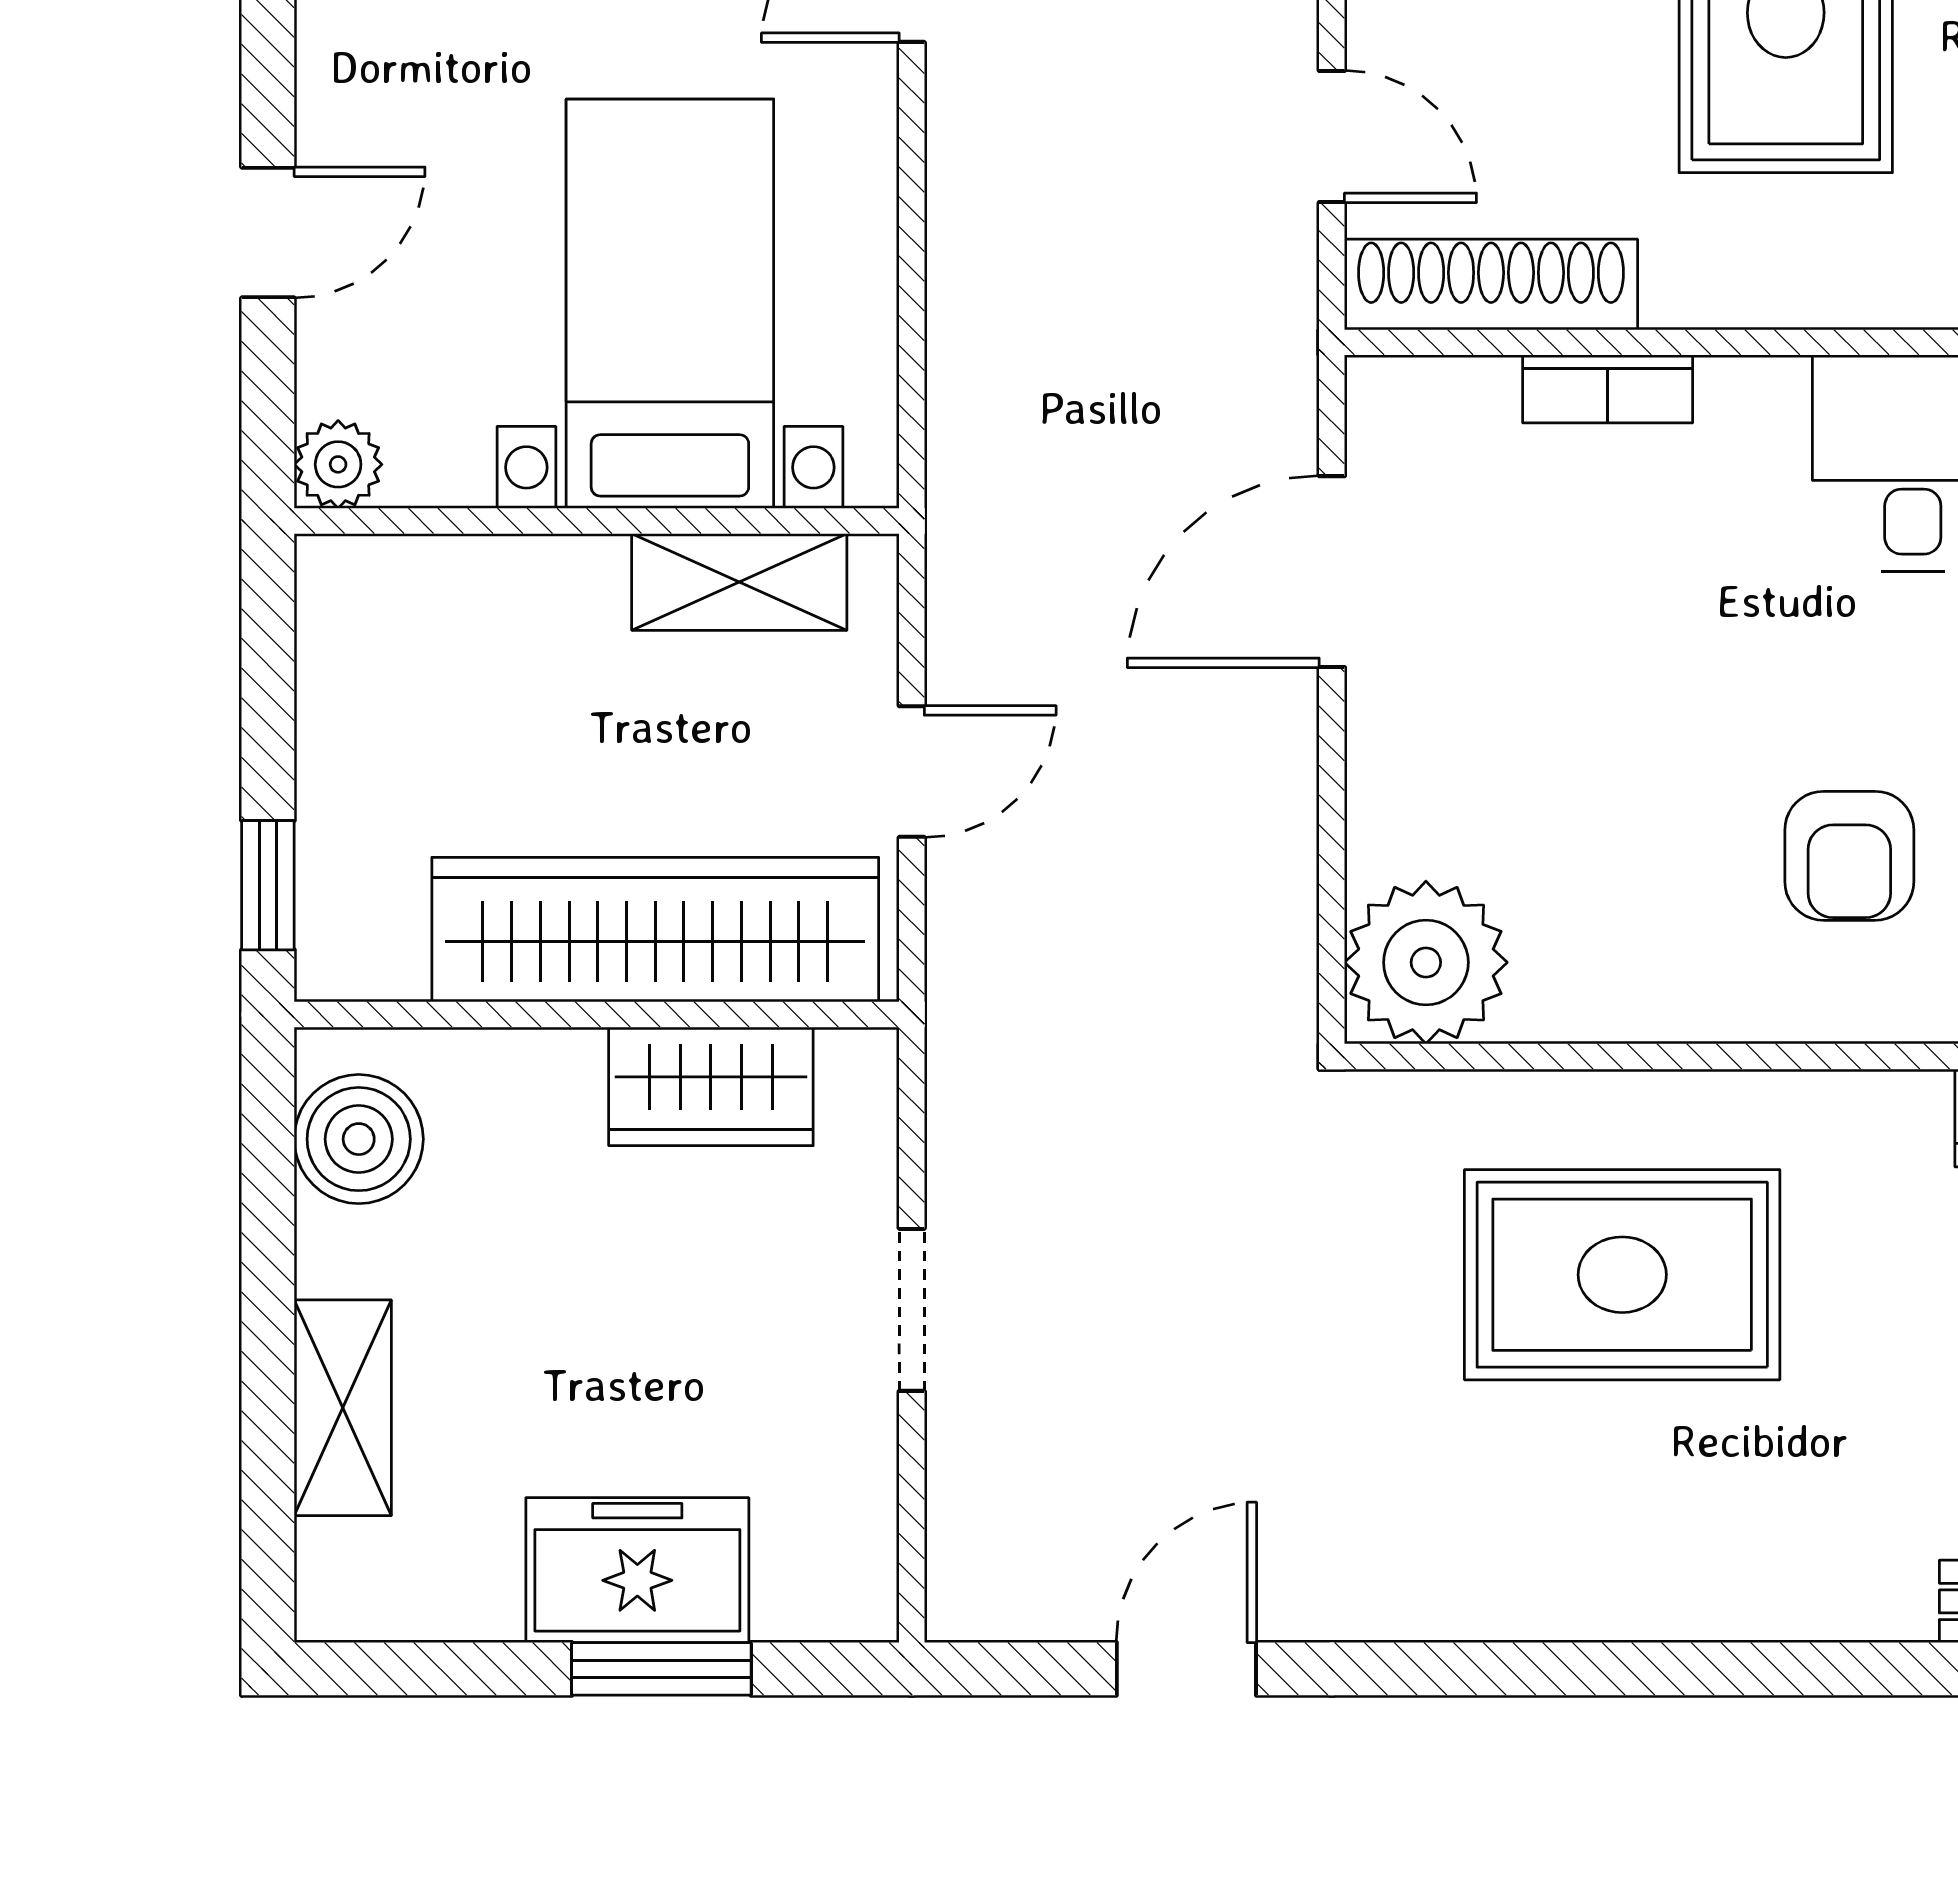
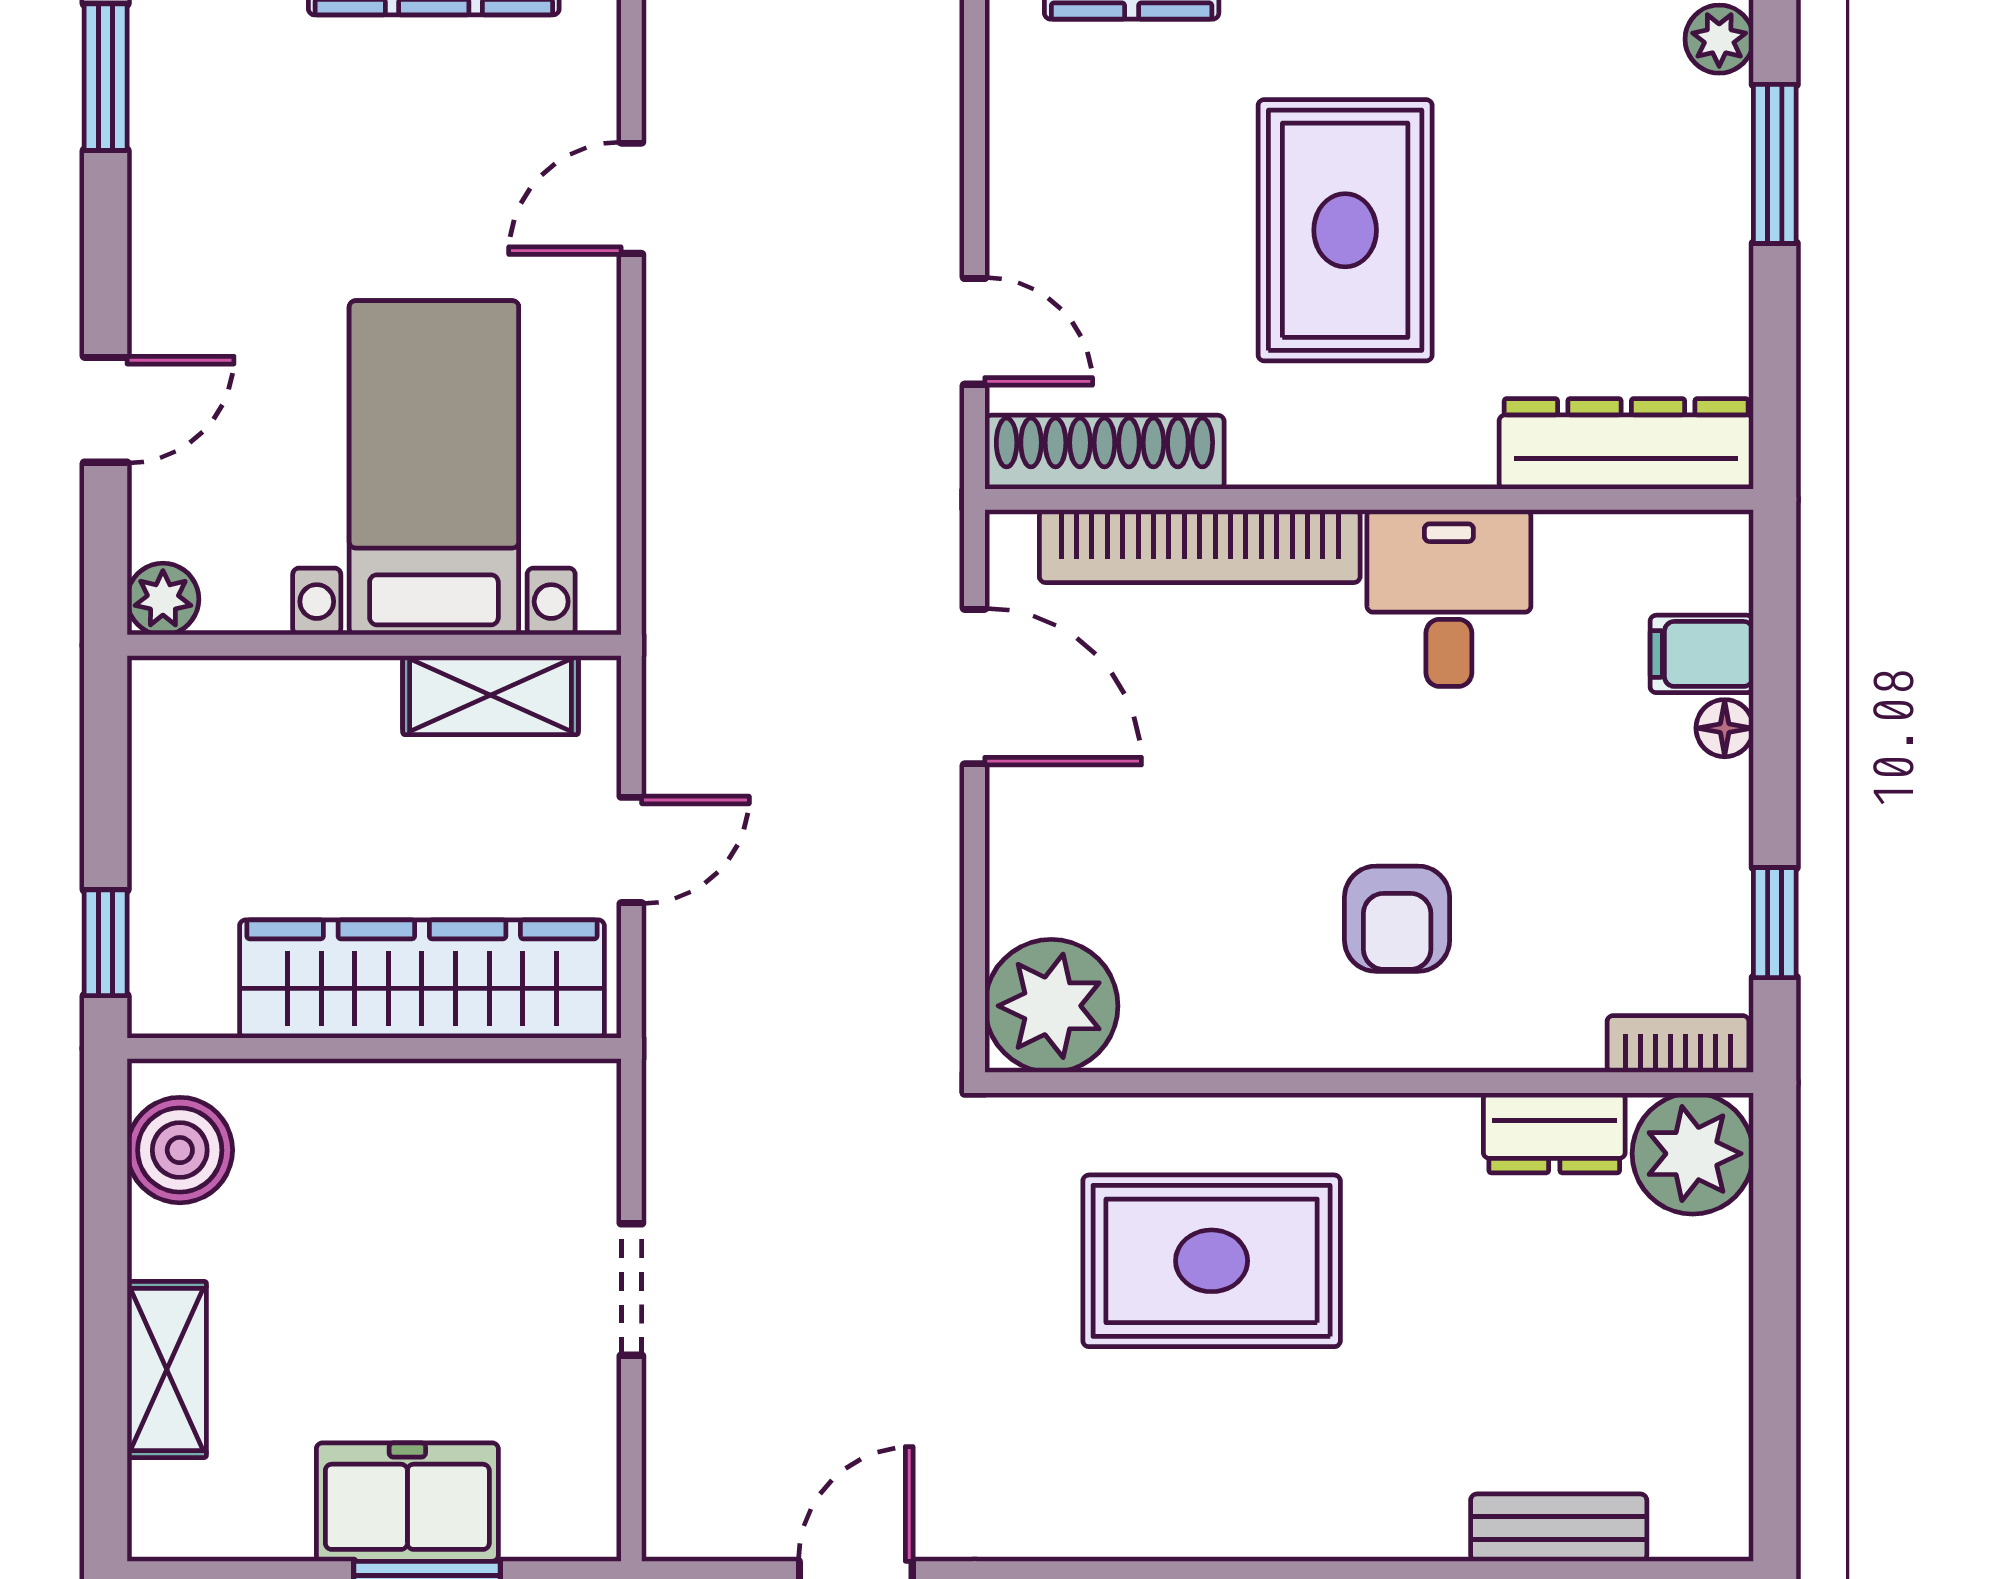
bookcase: (1608, 389) -> (1200, 546), width x2.31, depth x1.31
door: (1332, 572) -> (974, 687), swing flipped
wardrobe: (711, 1086) -> (467, 1107), removed

